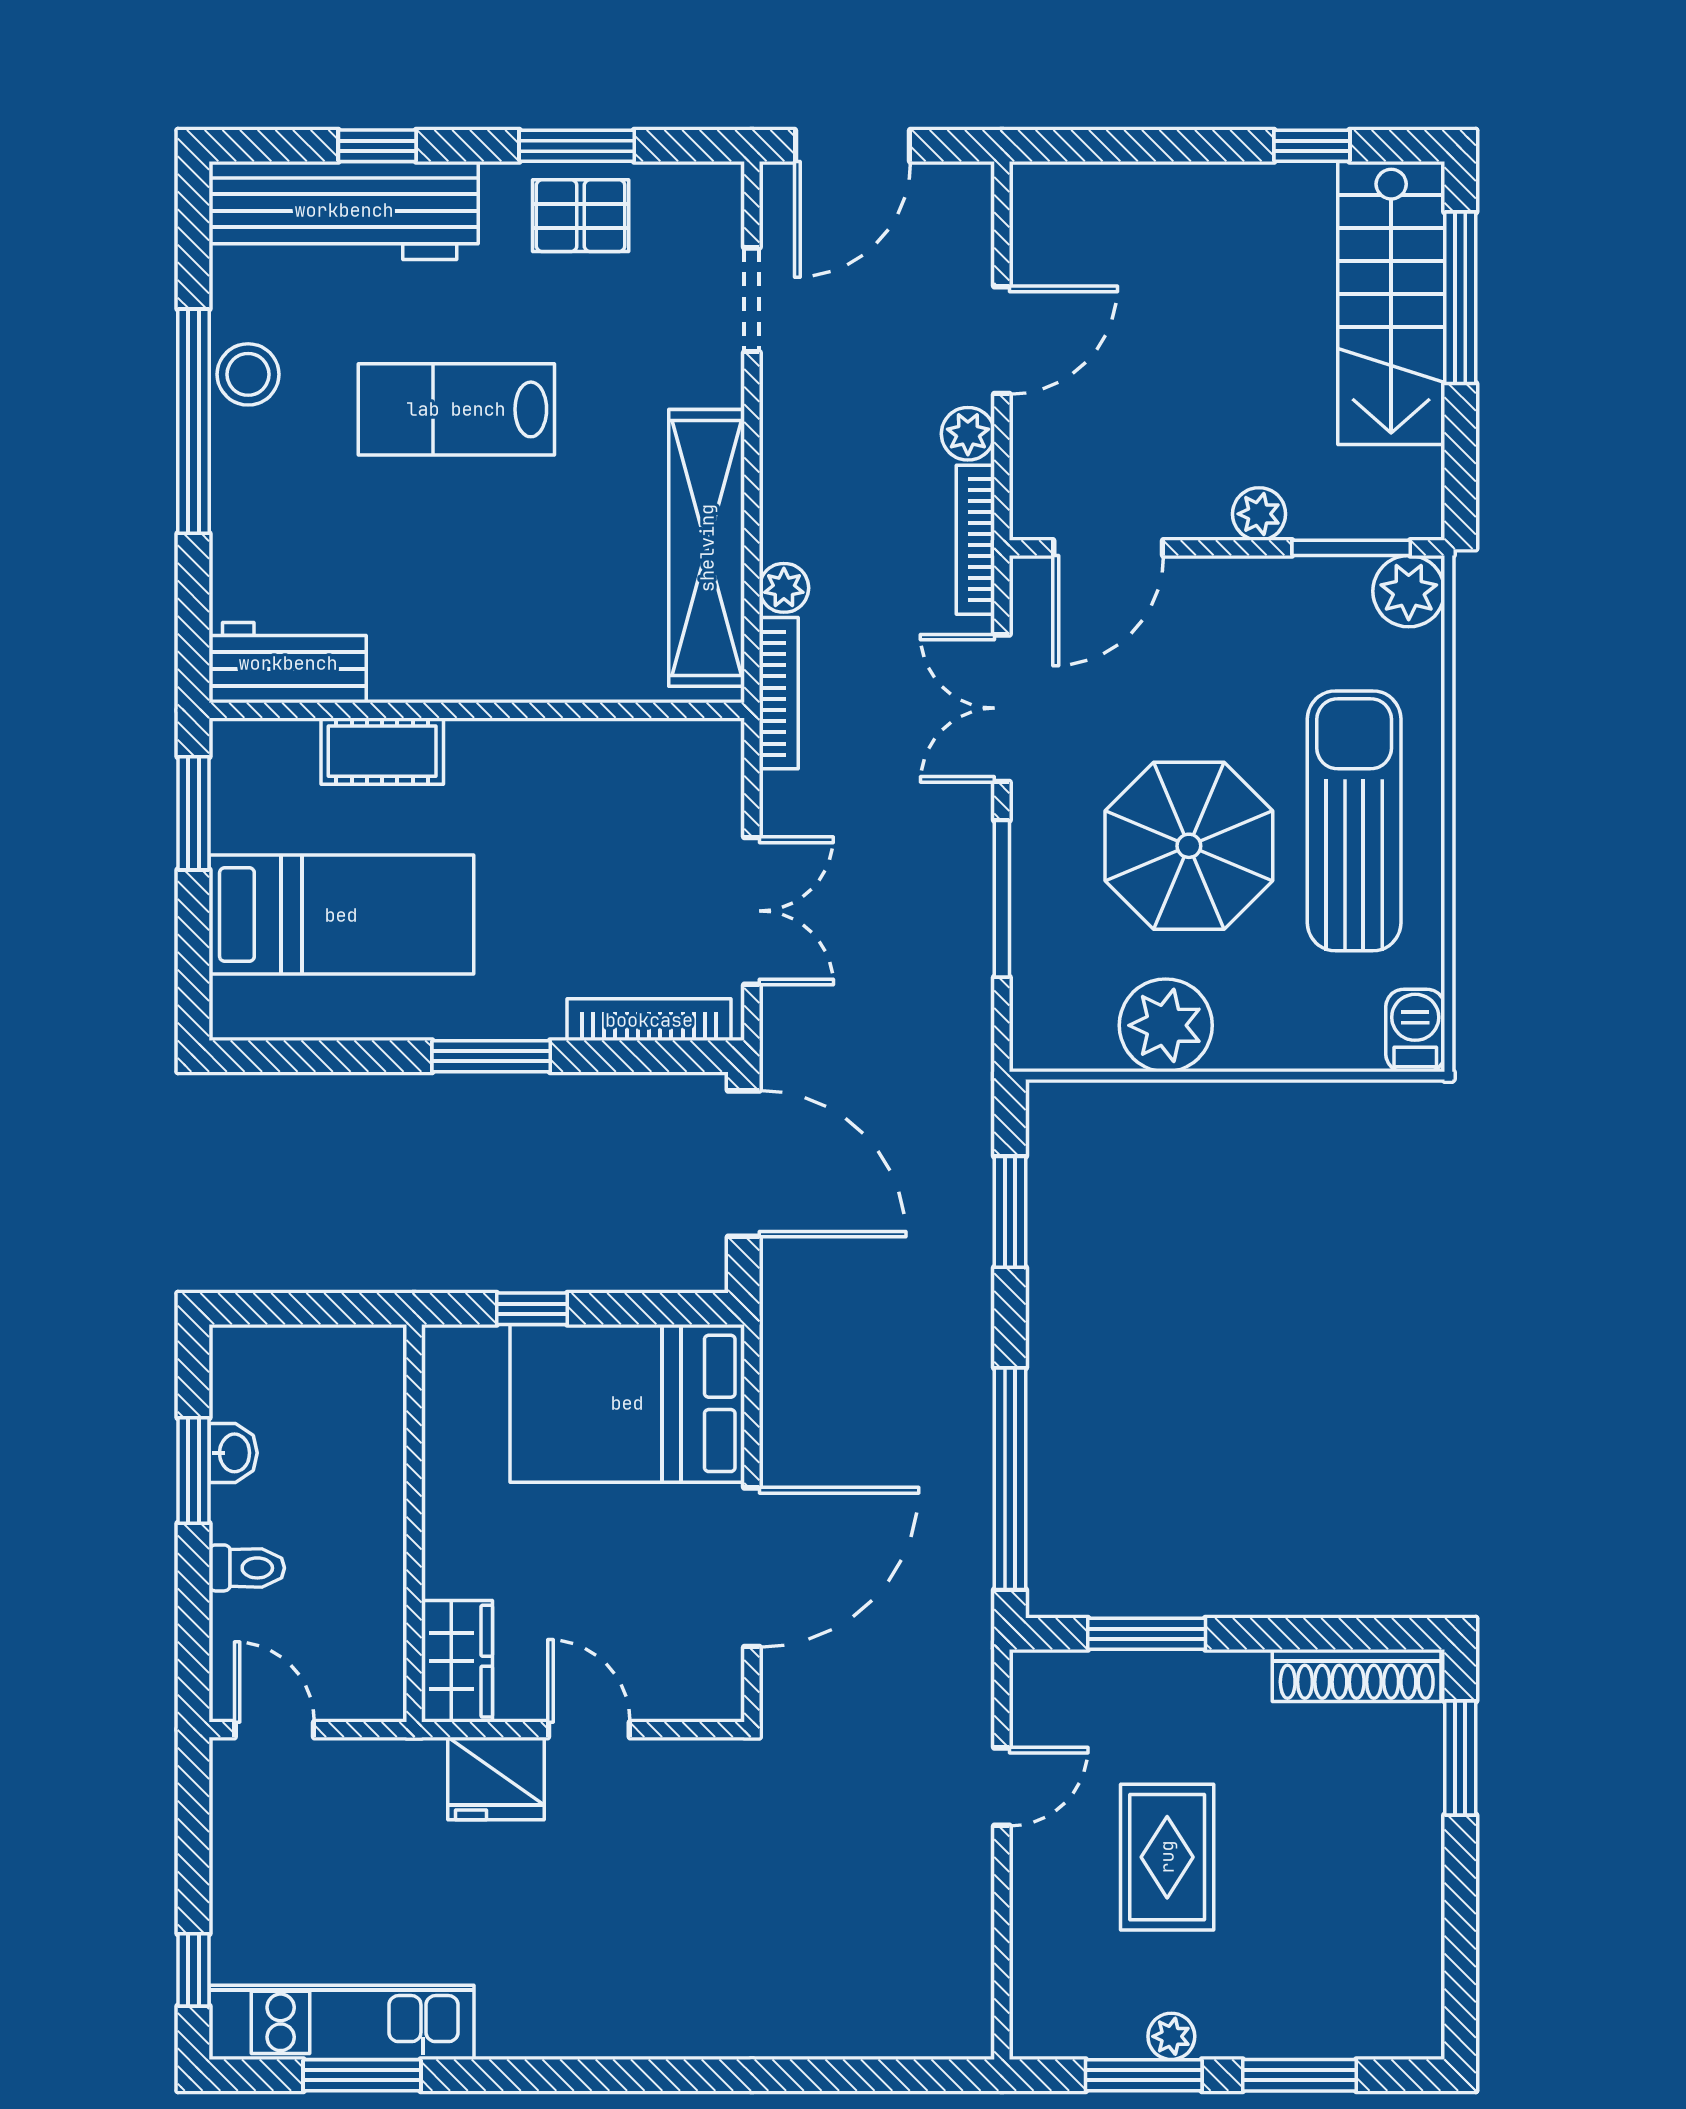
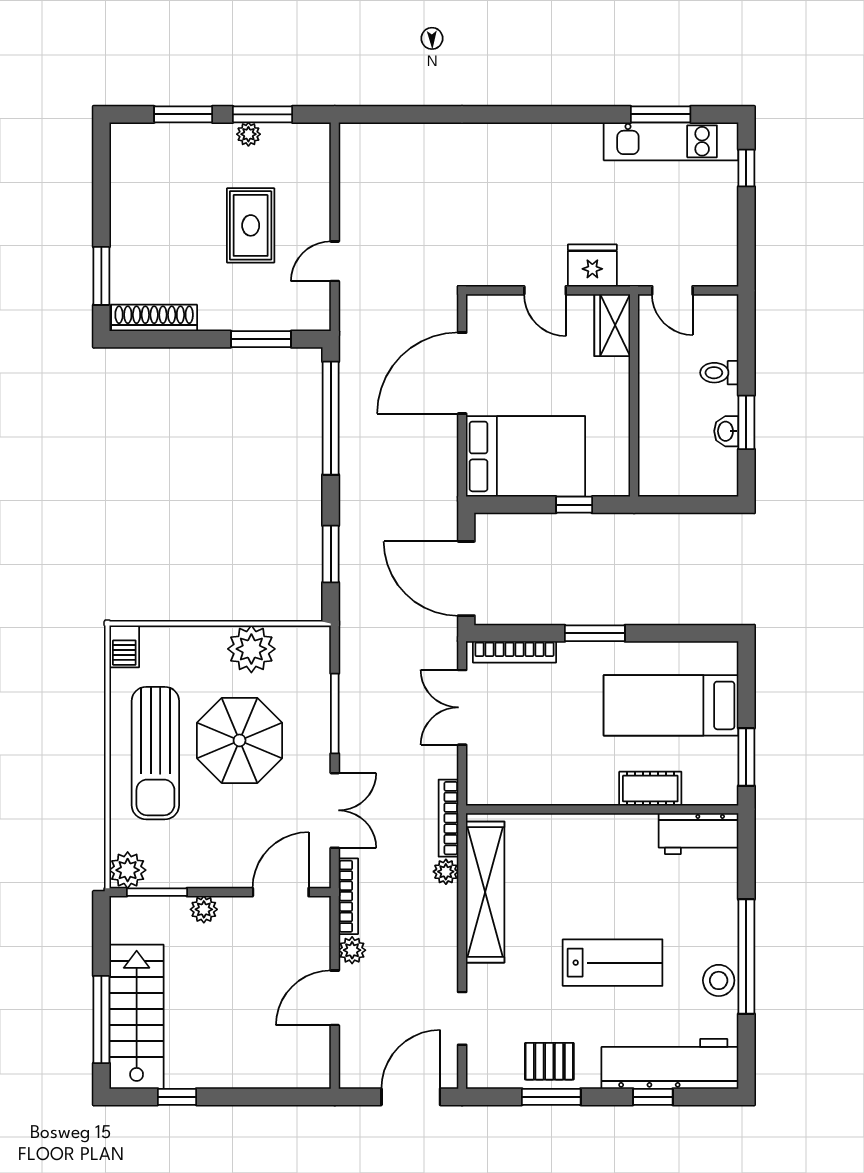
door: (274, 1730) -> (672, 290), moved

